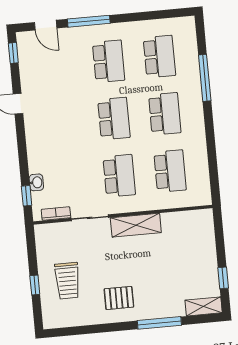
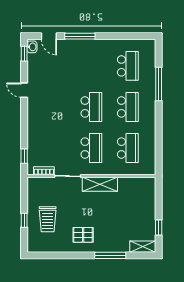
school desk: (109, 61) -> (91, 66), removed
washbasin: (36, 182) -> (32, 47), moved

